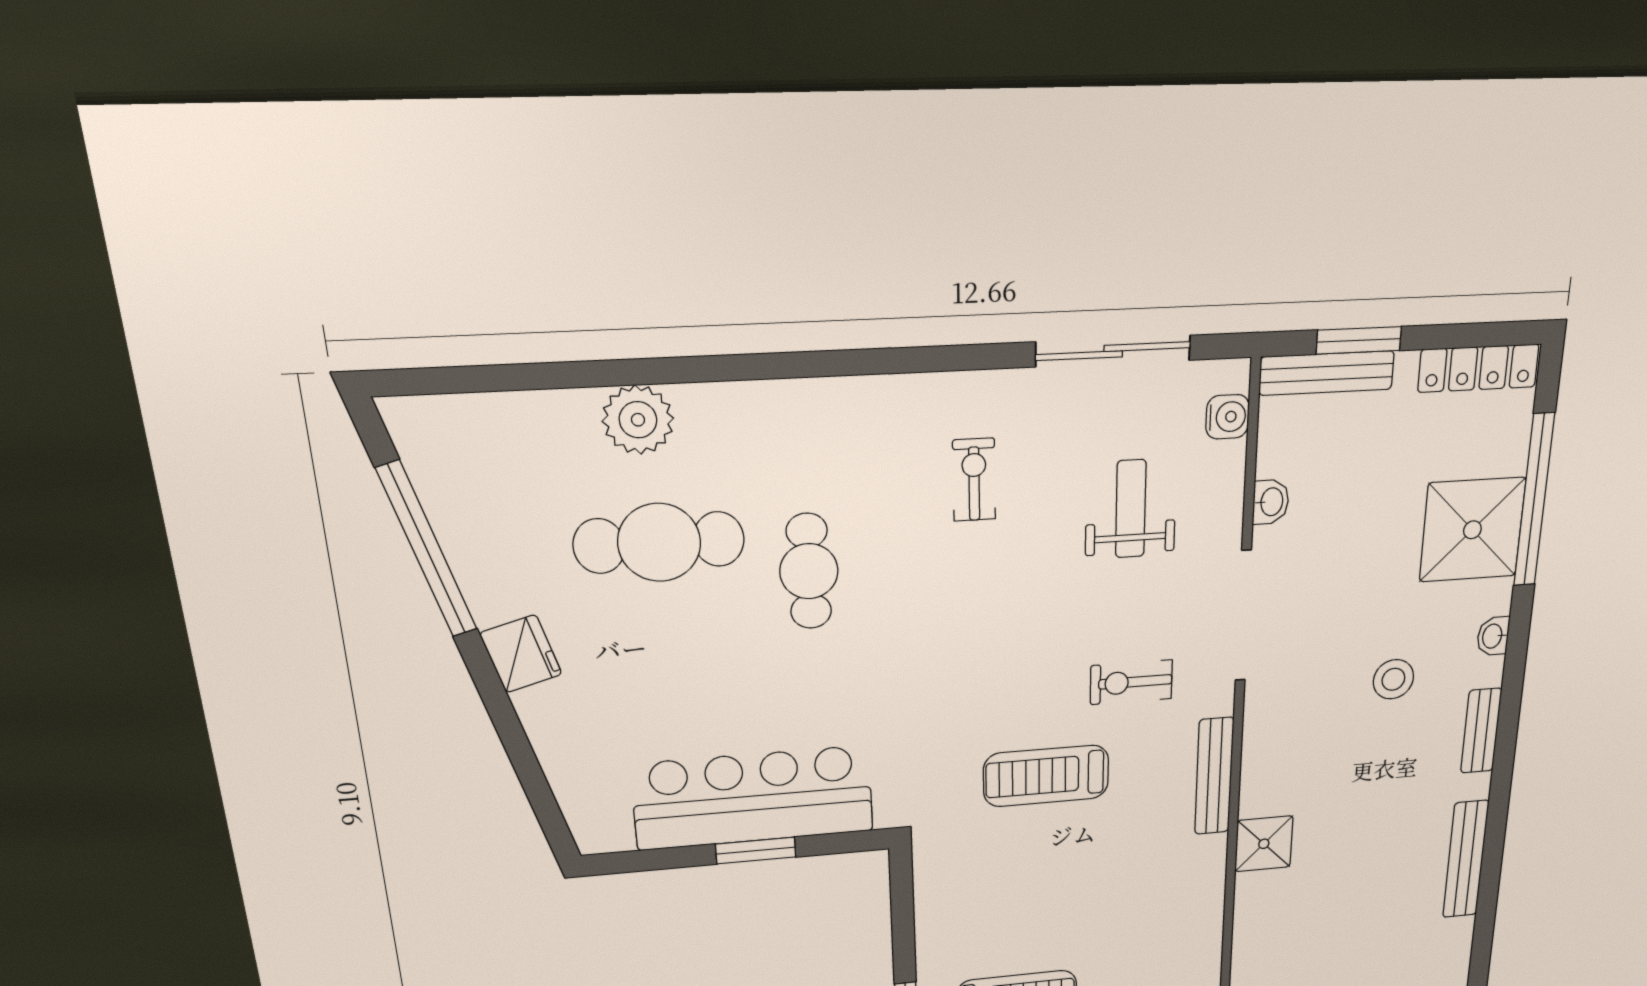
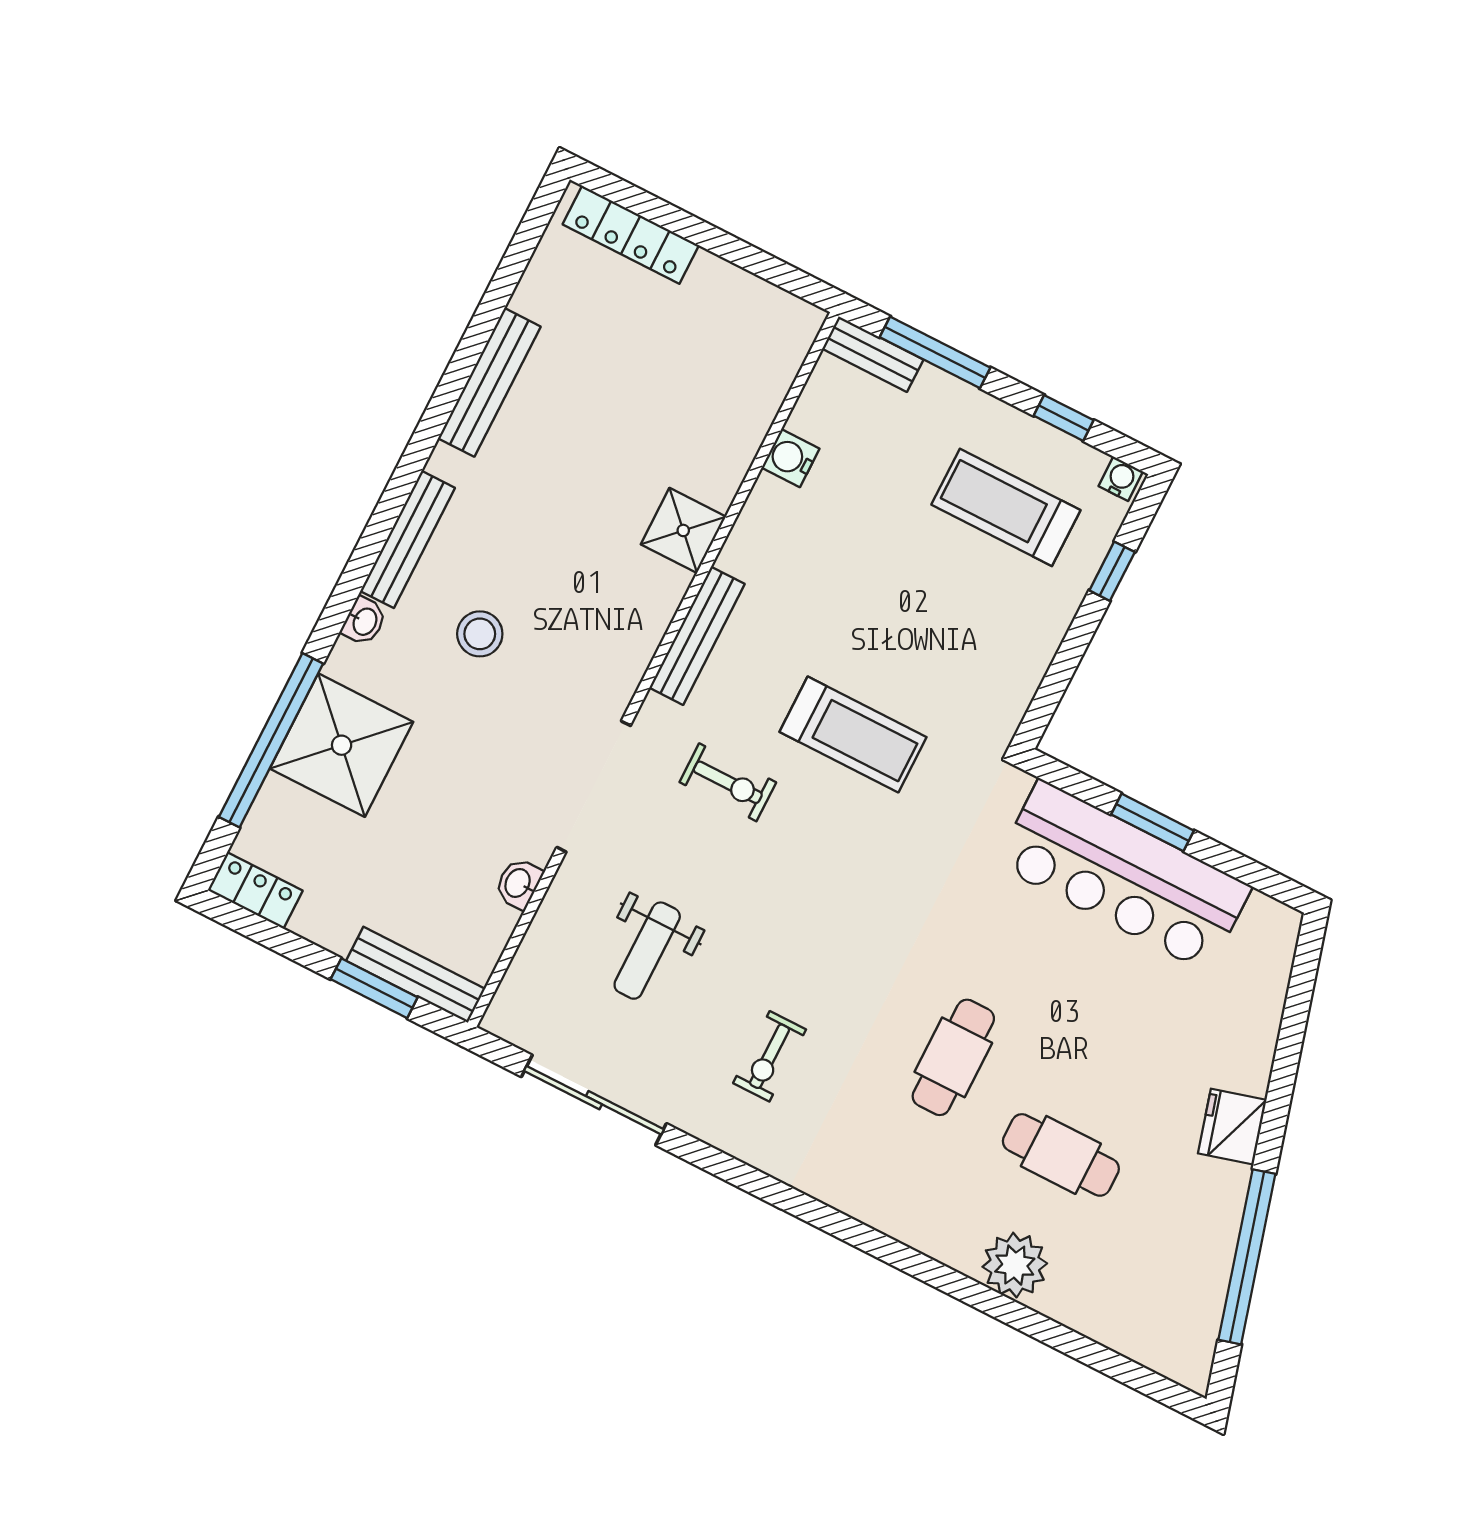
locker: (1478, 368) -> (255, 890), width x0.66
water cooler: (1227, 417) -> (790, 458), moved
cafe table: (659, 543) -> (1061, 1155), width x0.73, depth x0.74
bench: (1481, 731) -> (408, 539), width x1.36

